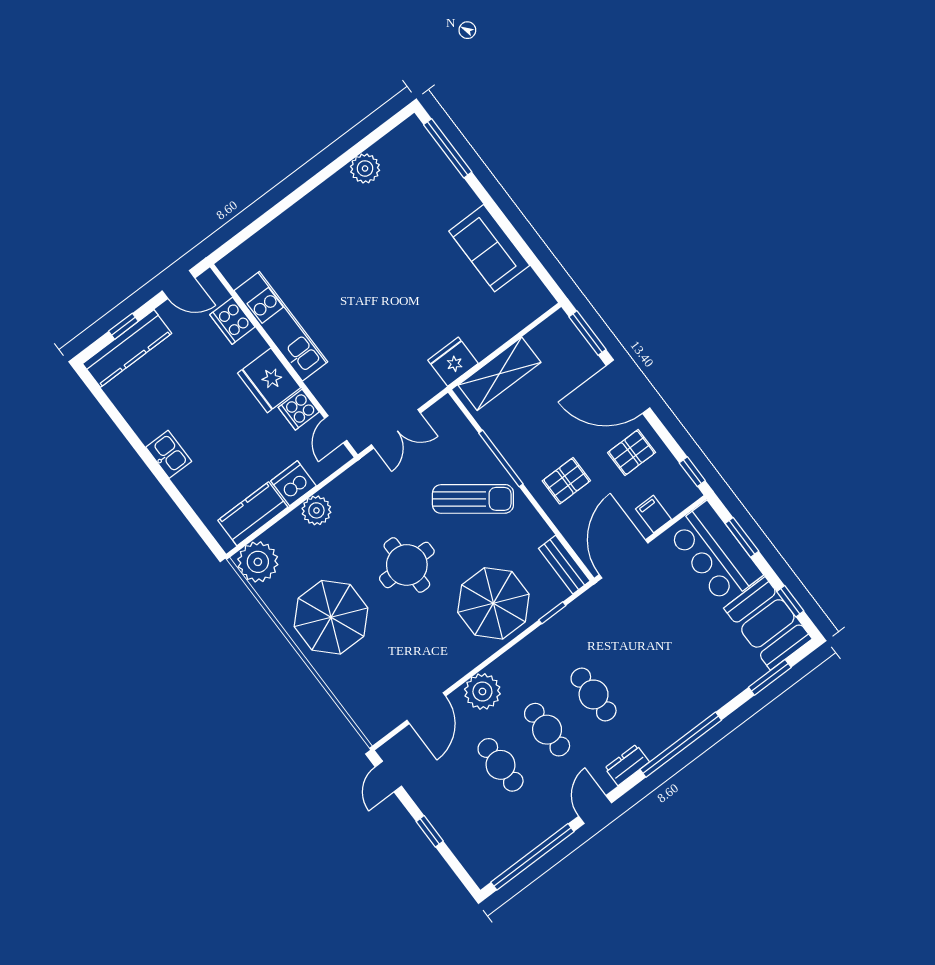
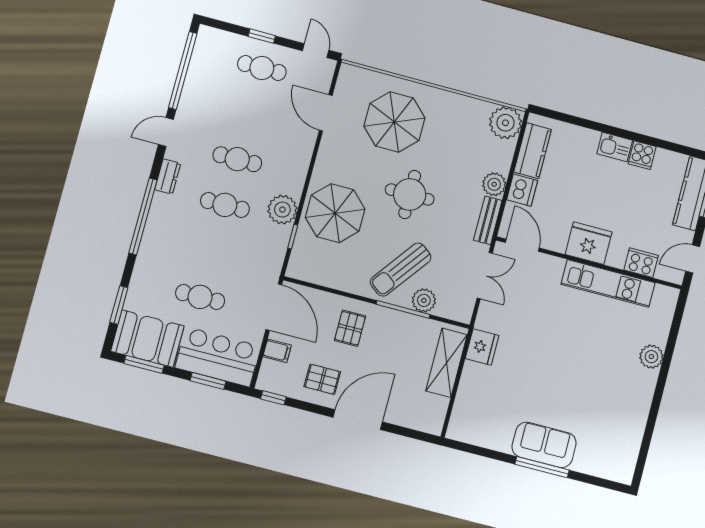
window: (448, 148) -> (542, 467), moved
plant: (365, 168) -> (651, 357), moved
sofa: (489, 248) -> (544, 445), moved
window: (587, 333) -> (411, 433), removed
cooker: (299, 410) -> (642, 155), moved, turned 180
door: (336, 429) -> (522, 245), width x1.38
double door: (396, 429) -> (485, 276), swing flipped
plant: (474, 451) -> (424, 300), added
pallet: (632, 453) -> (322, 379), turned 90
bench: (564, 565) -> (488, 220), moved, turned 90
window: (790, 601) -> (144, 364), width x1.50
parasol: (331, 617) -> (394, 122), moved
cafe table: (687, 624) -> (200, 297), added
plant: (482, 692) -> (282, 210), moved
cafe table: (501, 765) -> (262, 68), moved
door: (595, 809) -> (166, 132), swing flipped

